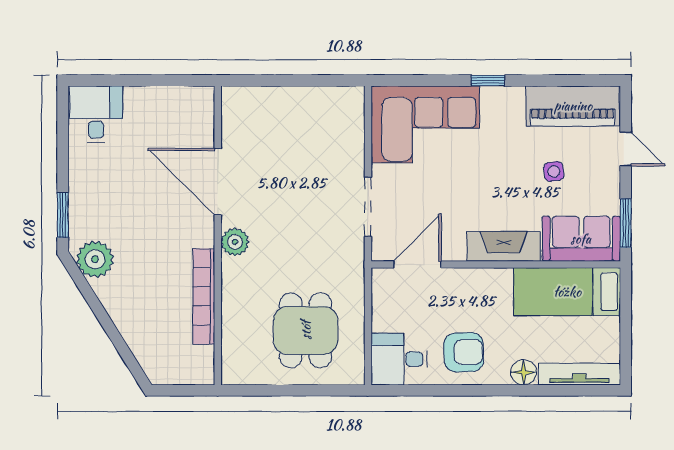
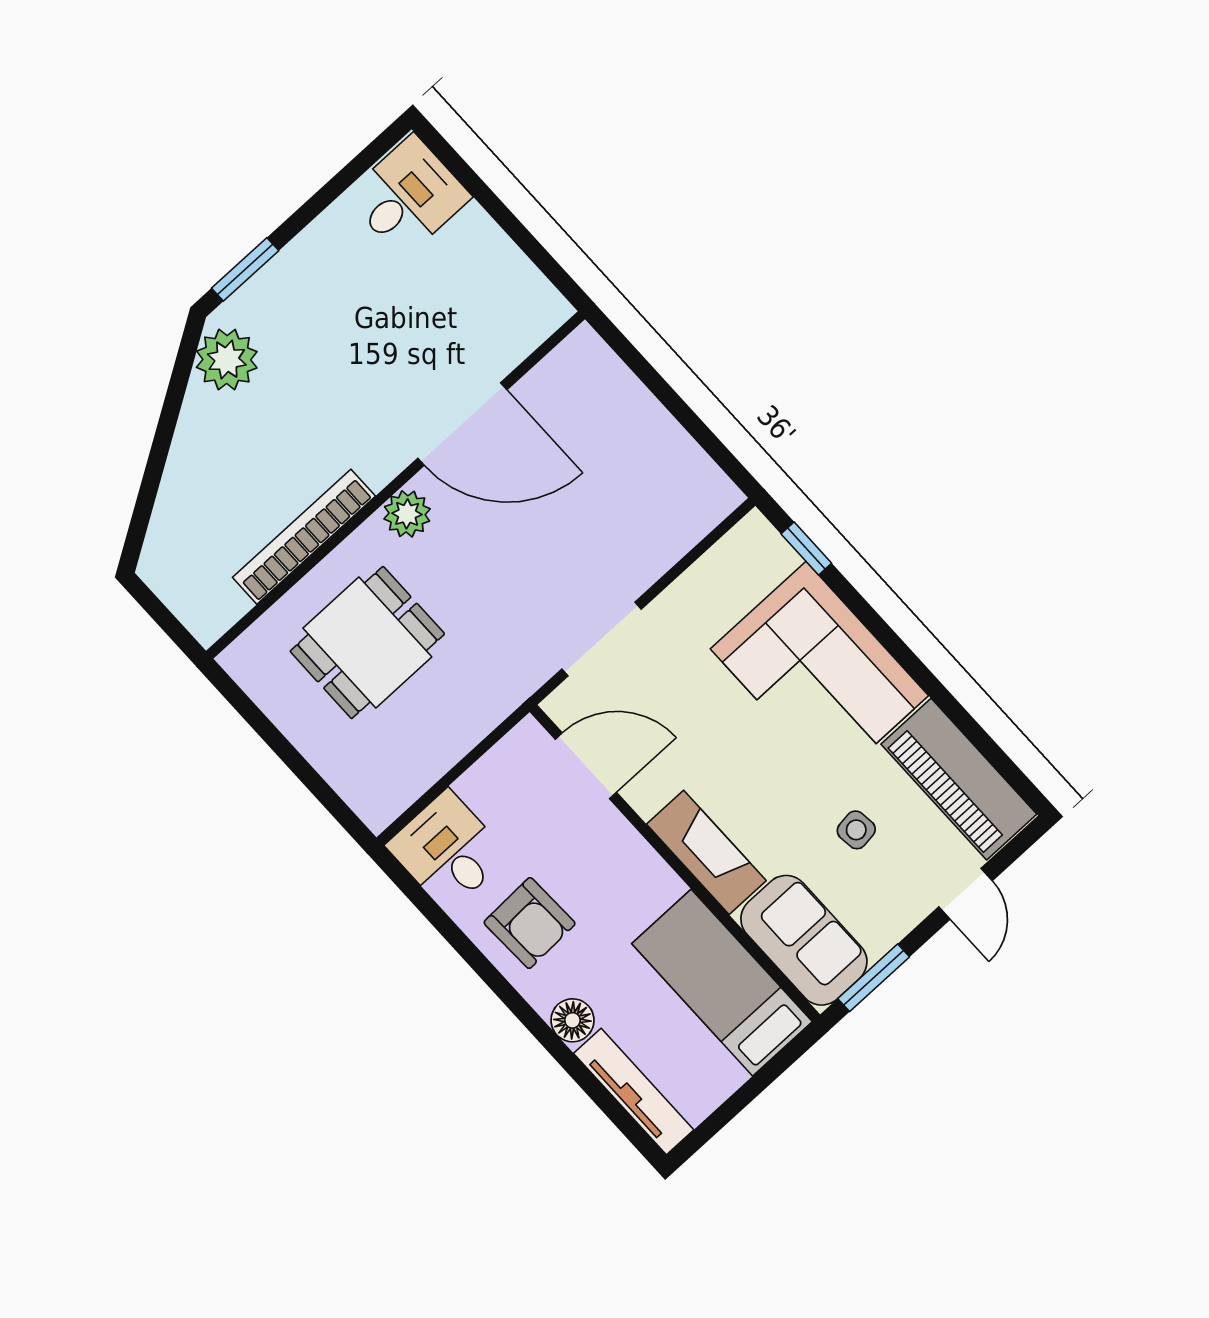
window: (488, 80) -> (806, 548), moved
corner sofa: (425, 124) -> (819, 672), moved
door: (218, 182) -> (462, 424), swing flipped
dining table: (306, 330) -> (367, 643), moved

